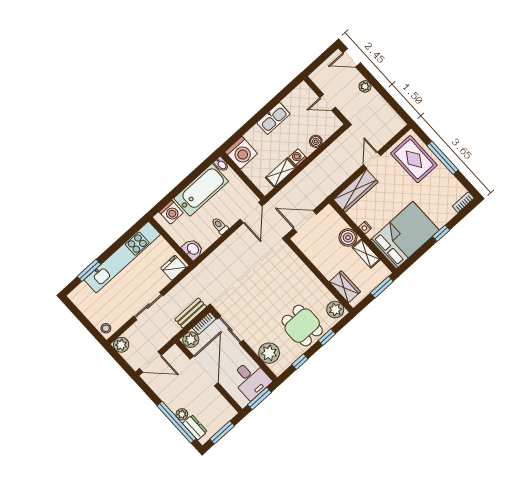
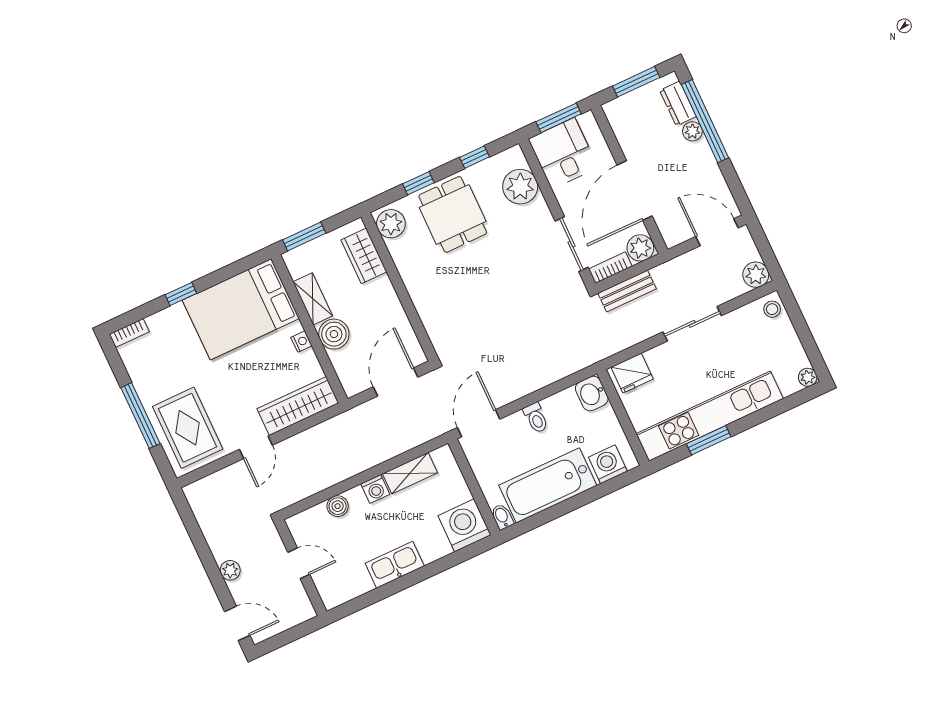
door: (305, 221) -> (396, 382), swing flipped
window: (89, 270) -> (709, 440), moved
plant: (74, 296) -> (808, 377), added

